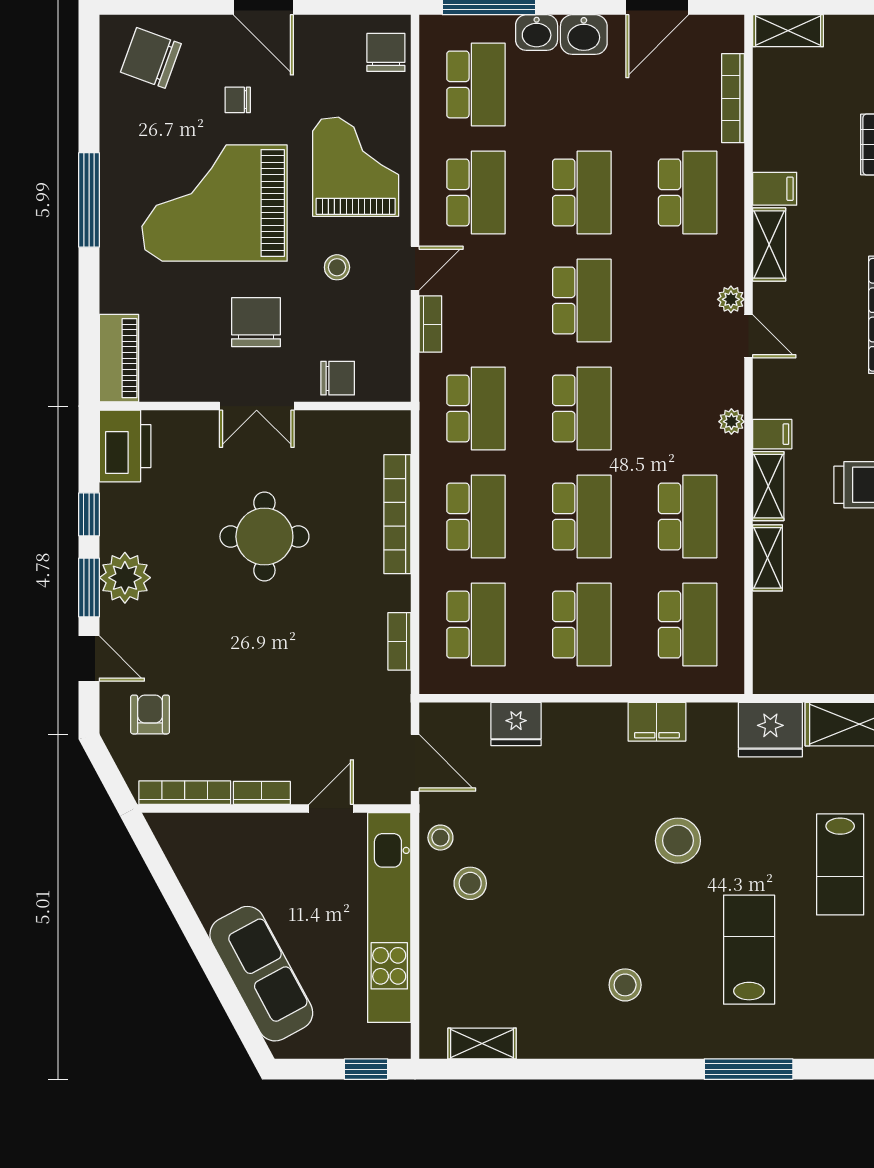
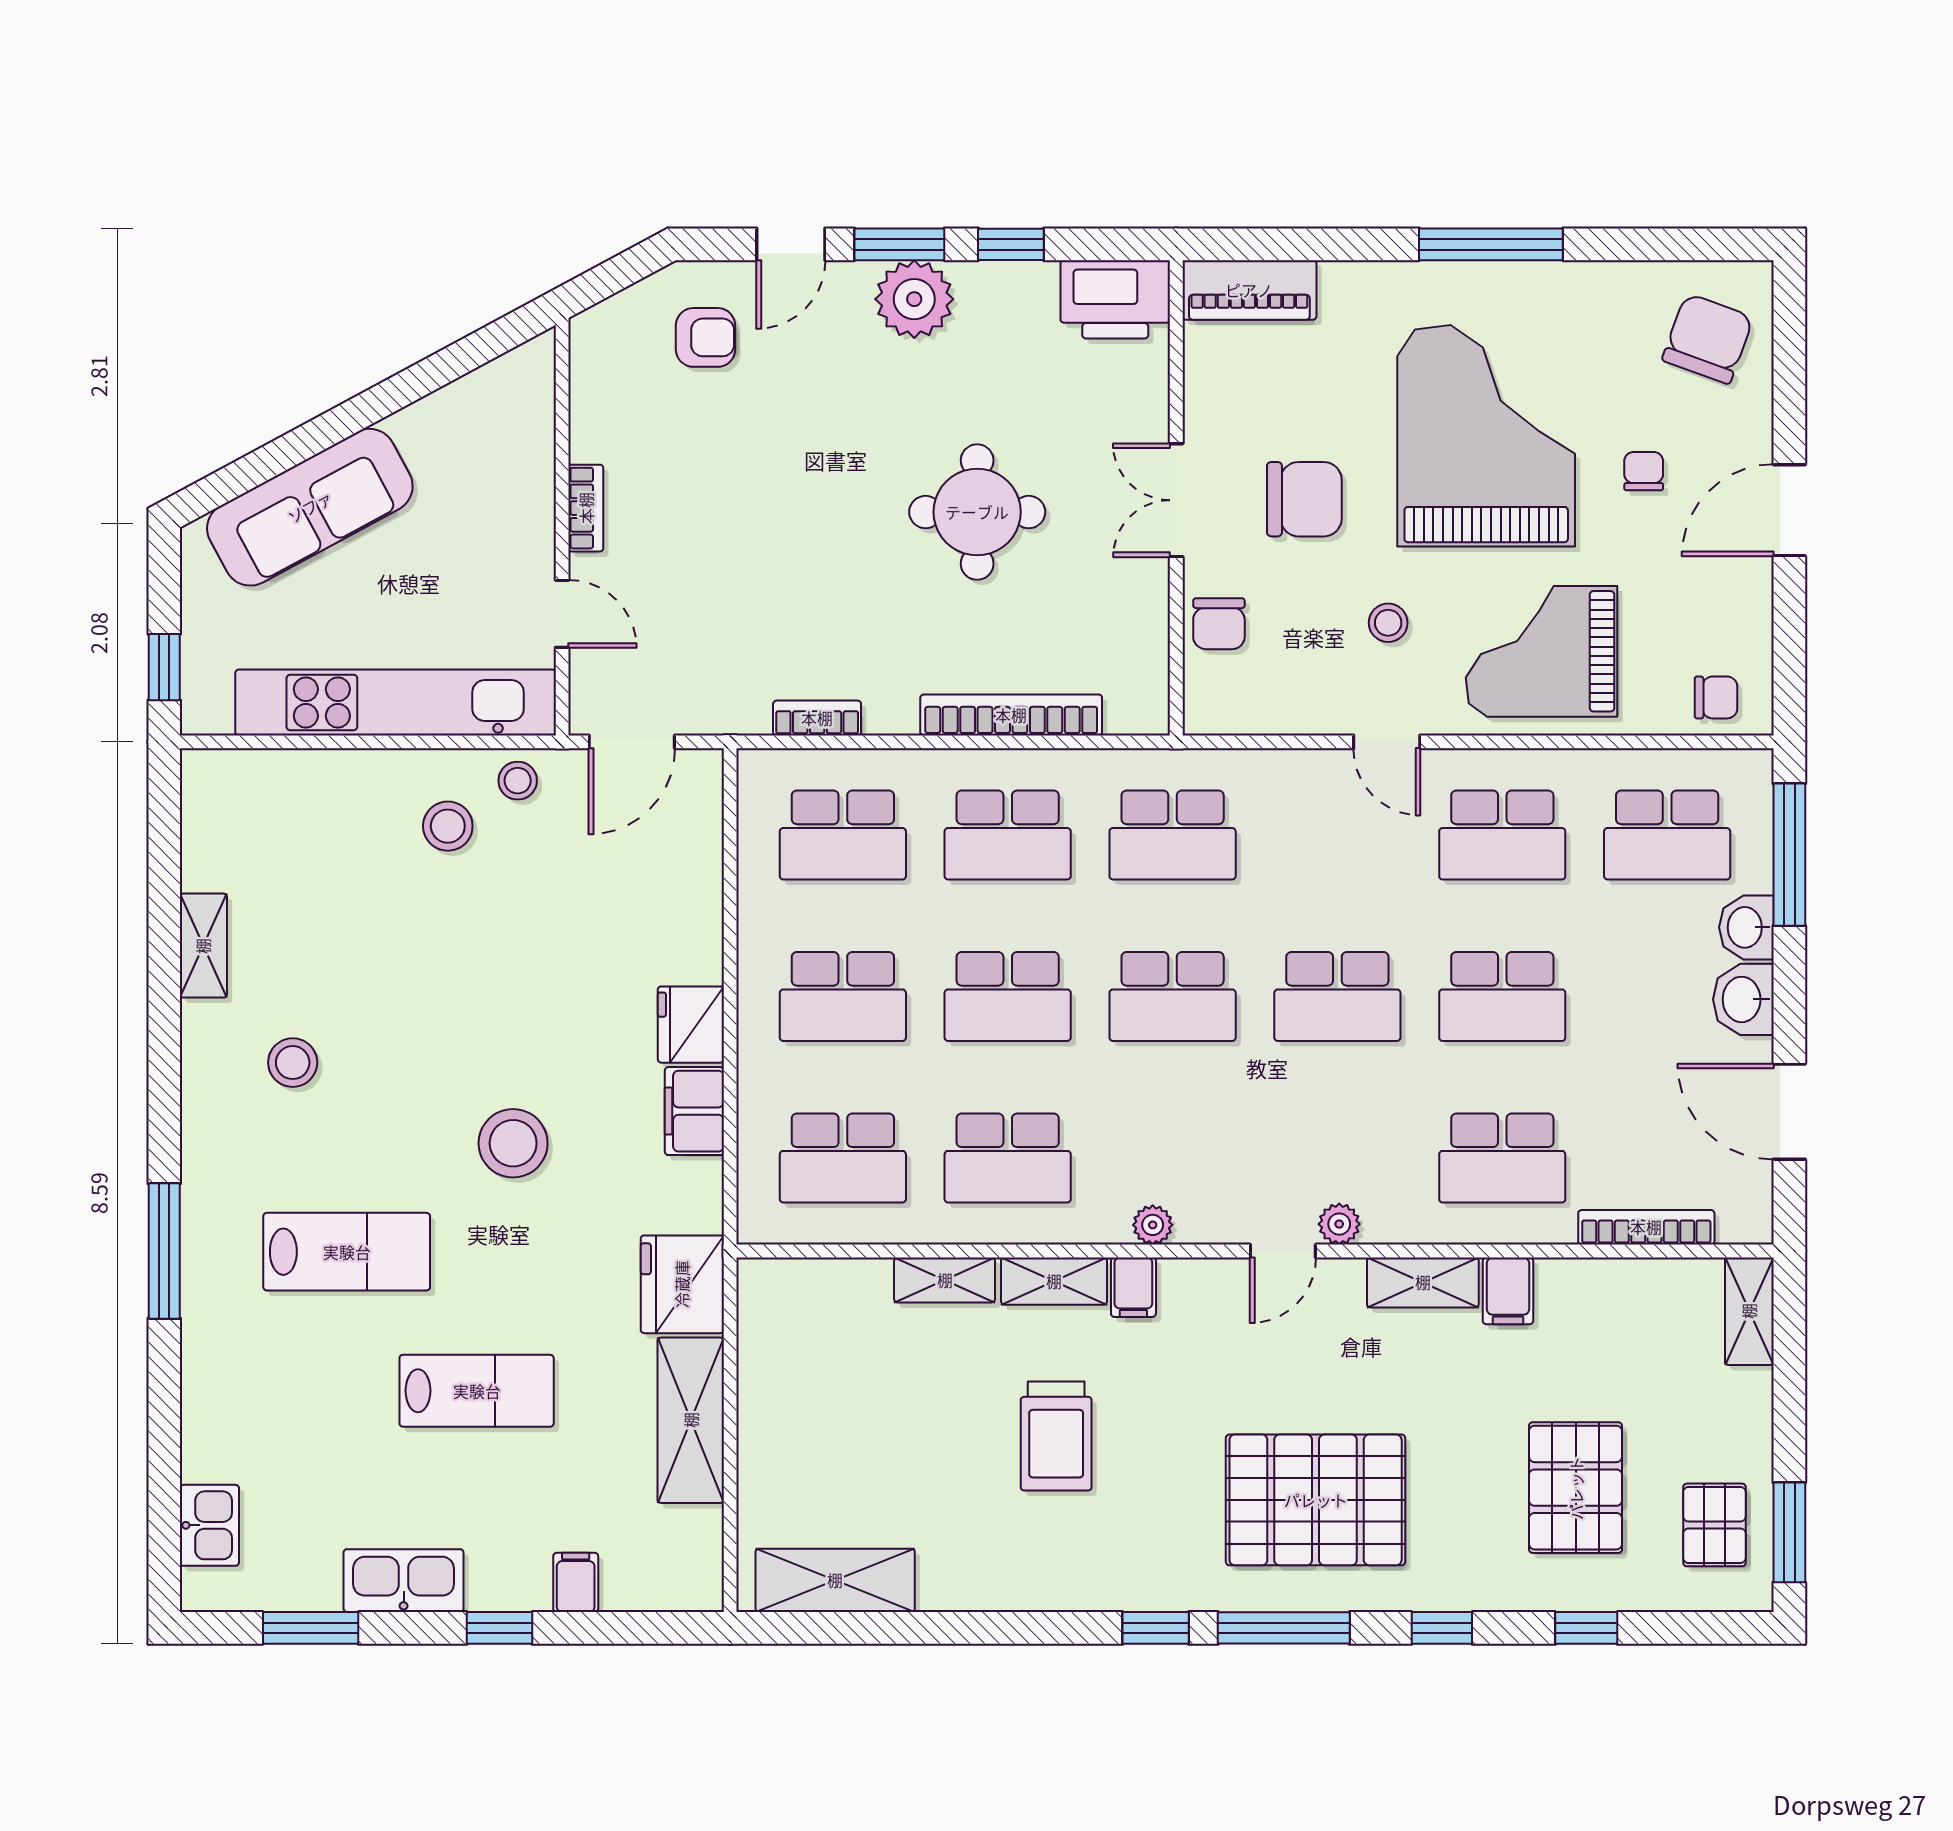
chair: (386, 52) -> (1716, 697), width x0.73, depth x0.73
grand piano: (356, 167) -> (1542, 651), turned 180
bookcase: (430, 324) -> (1301, 765), removed
fridge: (516, 724) -> (691, 1025), moved
bookcase: (185, 793) -> (586, 390), removed
lab bench: (840, 864) -> (477, 1391), turned 180
shelving: (482, 1043) -> (203, 946), moved

